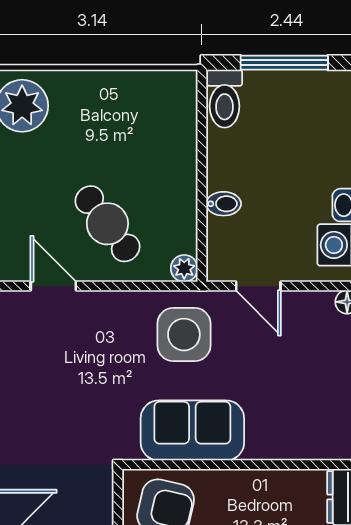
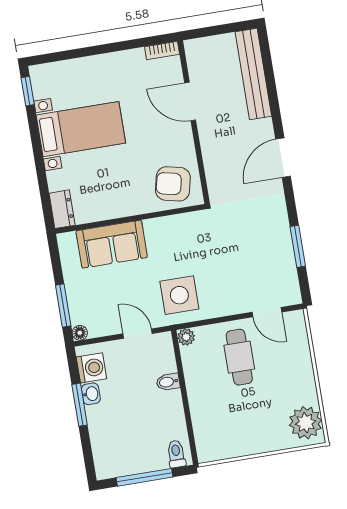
toilet: (225, 99) -> (176, 454), width x0.73, depth x0.72
cafe table: (107, 224) -> (239, 357), turned 37
sofa: (192, 430) -> (112, 244), moved

